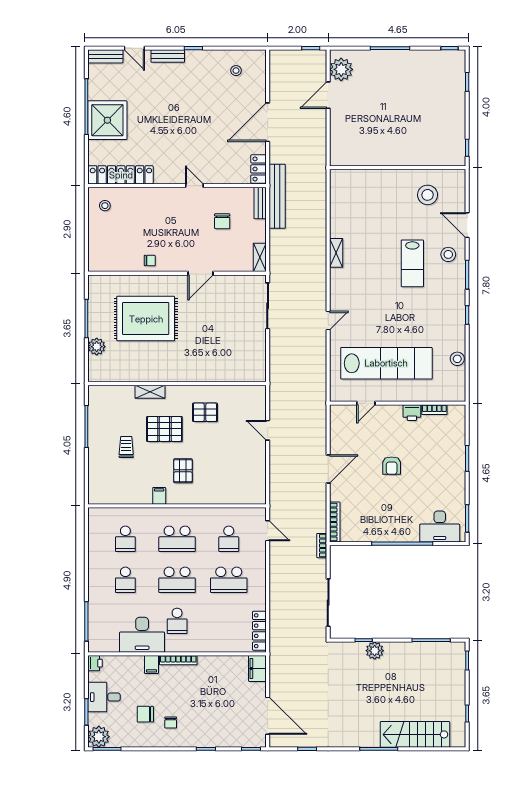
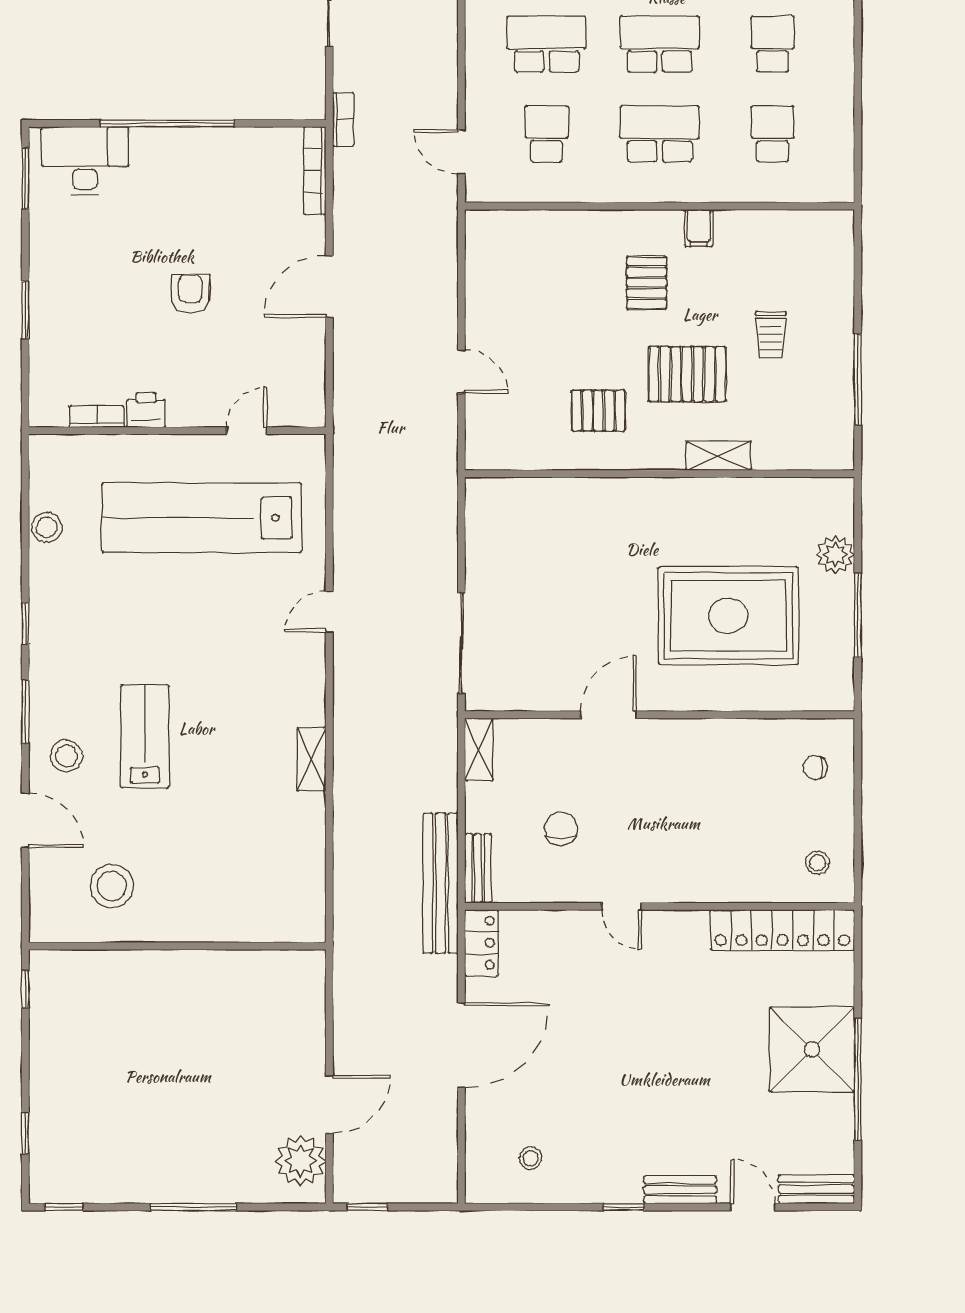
chair: (150, 261) -> (815, 768), moved

